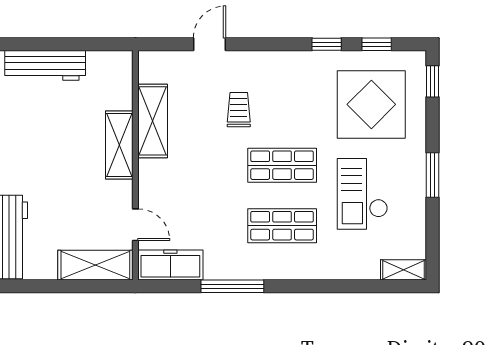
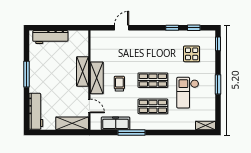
display table: (371, 104) -> (192, 54), width x0.54, depth x0.54
trolley: (239, 110) -> (119, 84), moved
shelving: (153, 121) -> (97, 78), moved
freezer: (170, 265) -> (116, 123), moved

